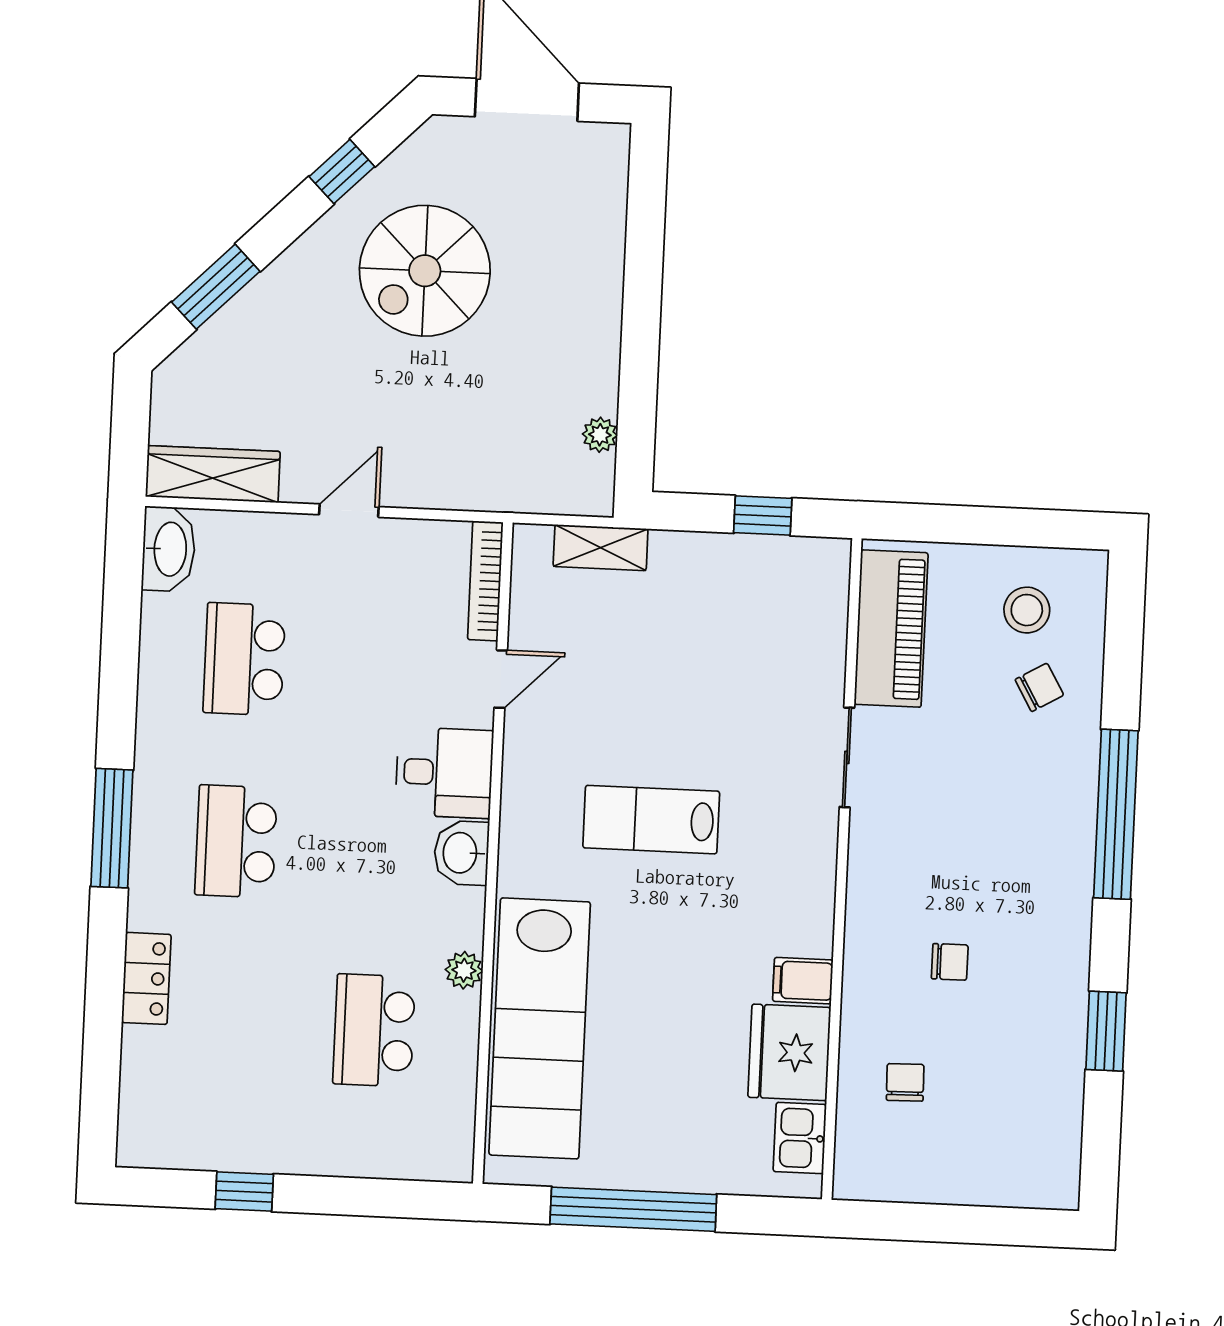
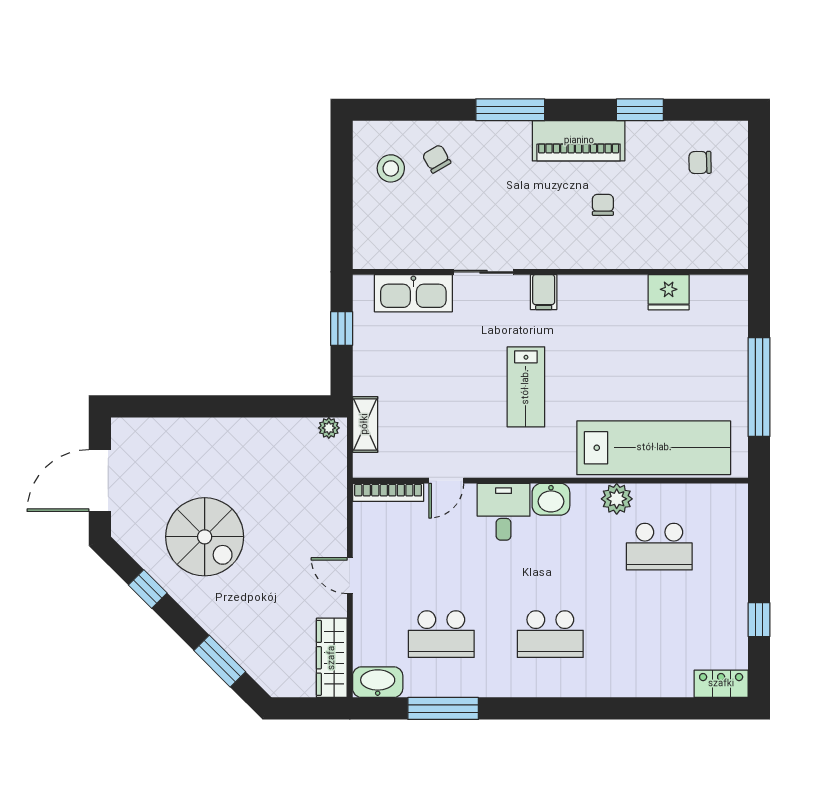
plant: (600, 435) -> (329, 428), moved
piano: (891, 629) -> (579, 141), moved, turned 180
door: (501, 679) -> (446, 481), swing flipped
window: (1116, 814) -> (510, 110), width x0.68
window: (112, 828) -> (443, 708), moved
plant: (464, 970) -> (617, 499), width x1.38, depth x1.38
locker: (146, 978) -> (721, 684), moved
filing cabinet: (803, 981) -> (544, 292), moved
fridge: (789, 1052) -> (669, 292), width x0.73, depth x0.75
chair: (905, 1082) -> (700, 162), moved
kitchen sink: (800, 1138) -> (413, 293), moved, width x1.88, depth x1.24

